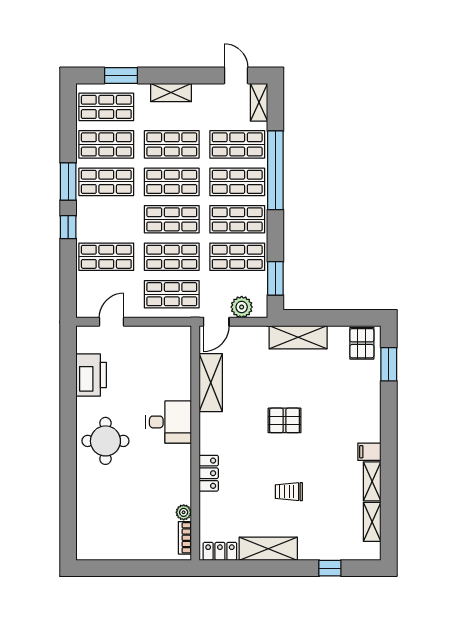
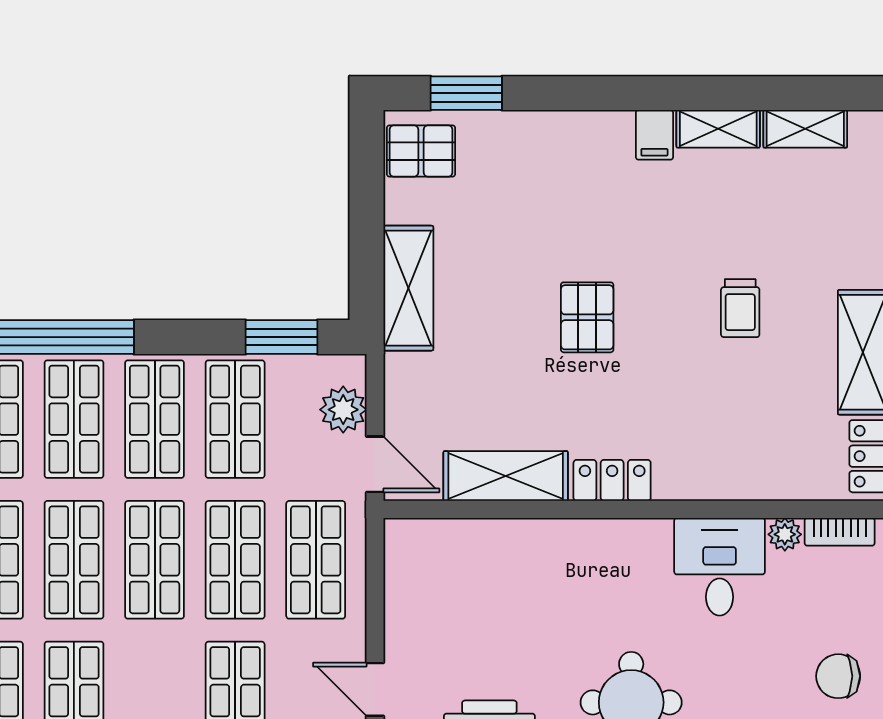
desk: (169, 422) -> (720, 567), moved
locker: (209, 473) -> (612, 480), moved
chair: (118, 537) -> (838, 676), added

